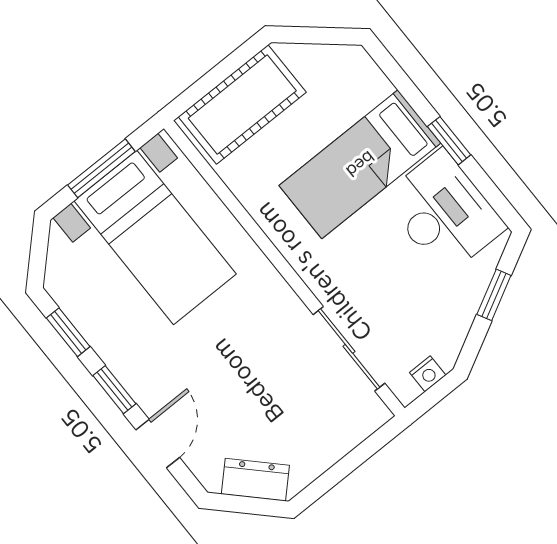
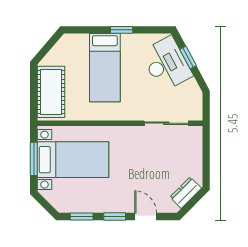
desk: (444, 213) -> (166, 64), moved, turned 62
nightstand: (428, 374) -> (197, 103), removed

